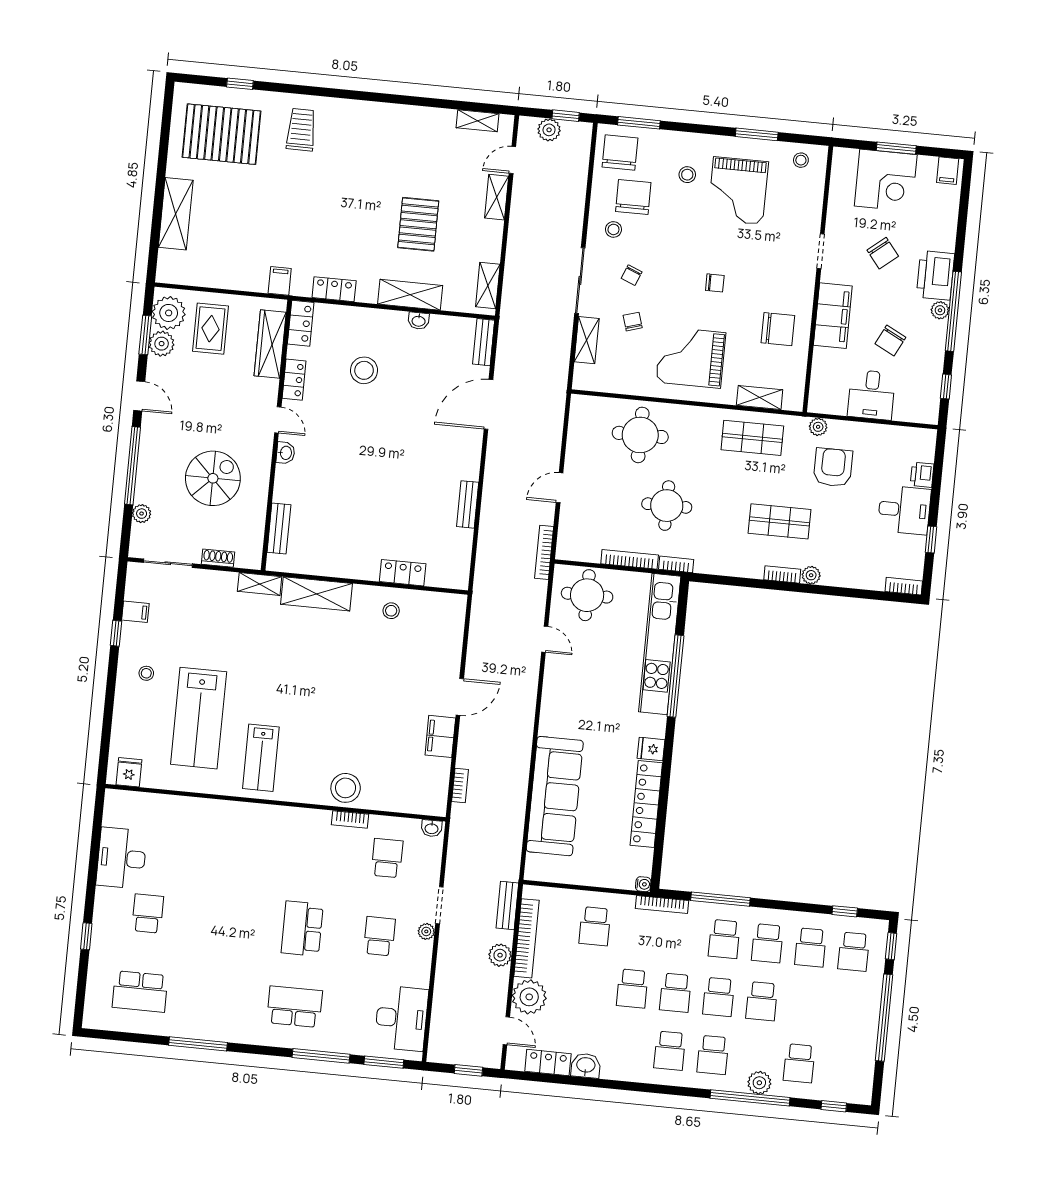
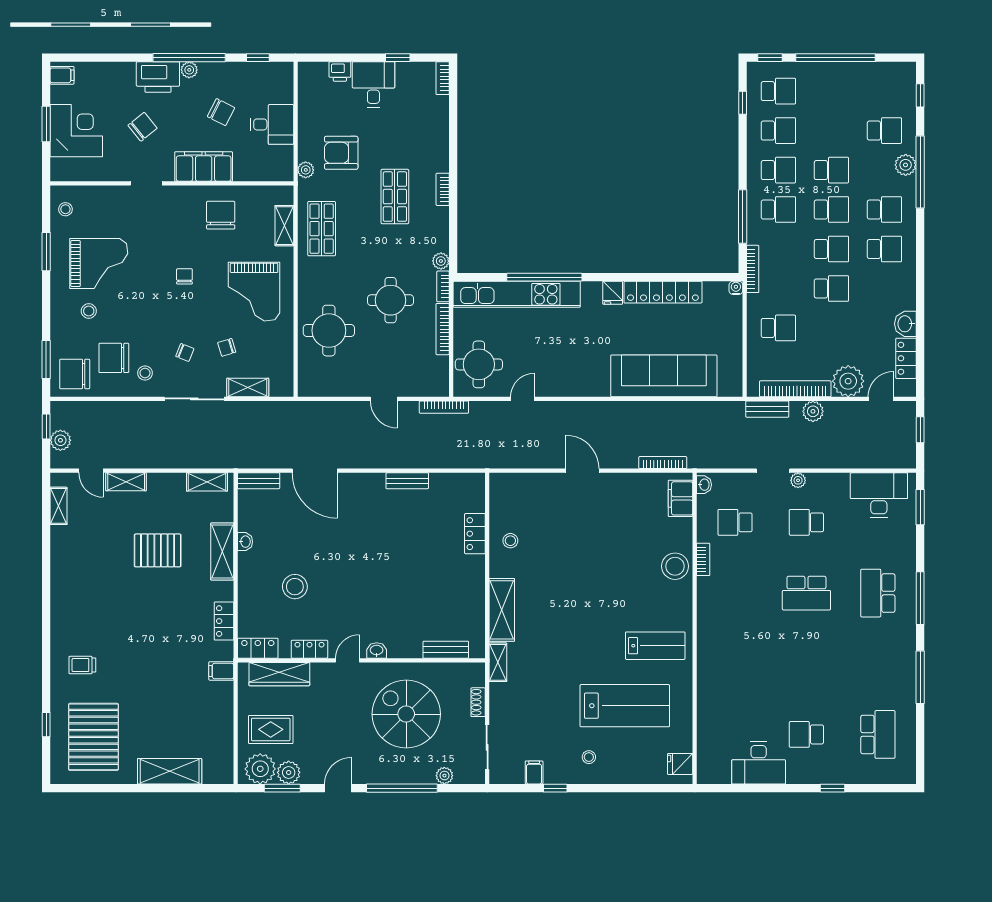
trolley: (301, 130) -> (82, 665), width x0.73, depth x0.72
spiral stairs: (213, 478) -> (406, 714), width x1.37, depth x1.37
plant: (811, 575) -> (441, 261), moved
filing cabinet: (440, 736) -> (680, 498), moved, turned 90
bookcase: (460, 786) -> (663, 463), width x1.56
window: (321, 1056) -> (920, 598), moved

